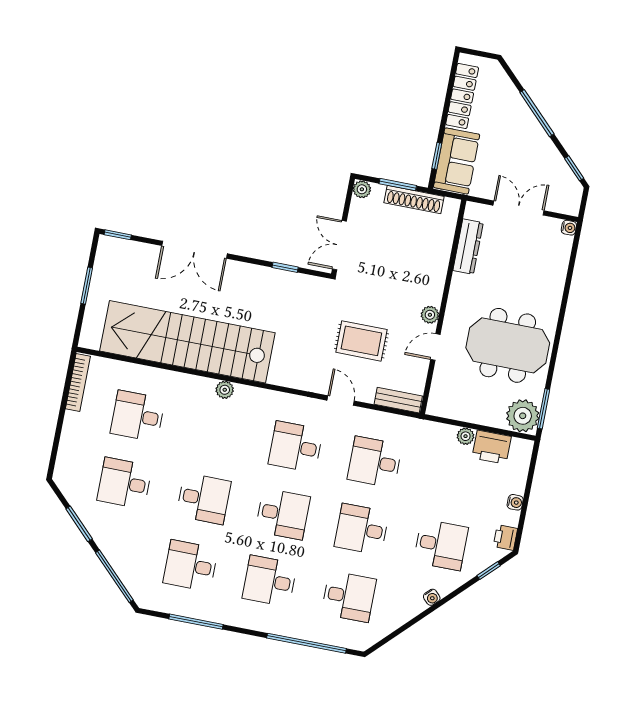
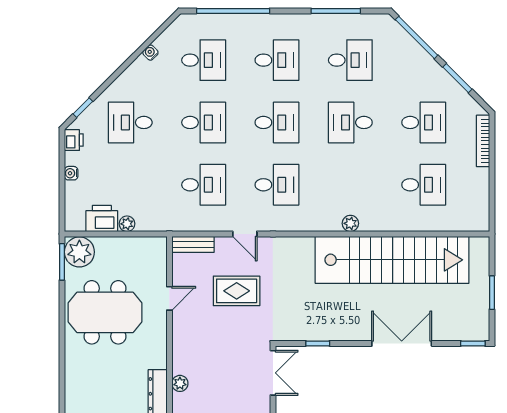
plant: (430, 315) -> (180, 383), moved
bookcase: (78, 382) -> (483, 141), moved
desk: (283, 514) -> (277, 122), turned 180
desk: (349, 596) -> (204, 60), turned 180
water cooler: (432, 597) -> (150, 53), moved

